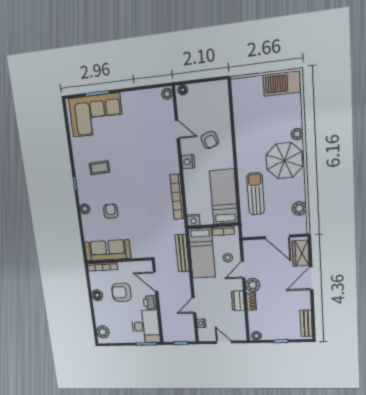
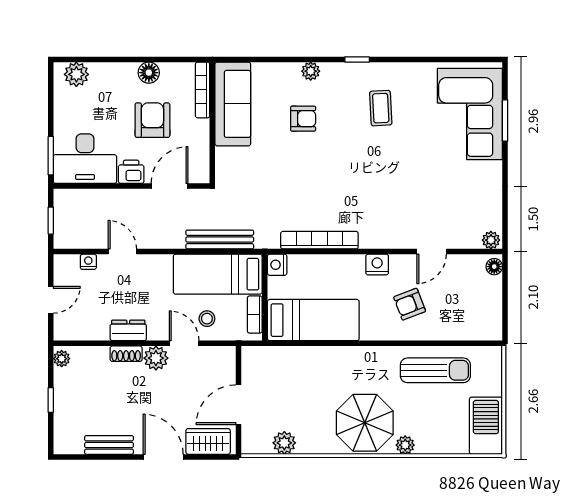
sun lounger: (256, 194) -> (435, 370), moved
bench: (306, 323) -> (109, 445), moved

